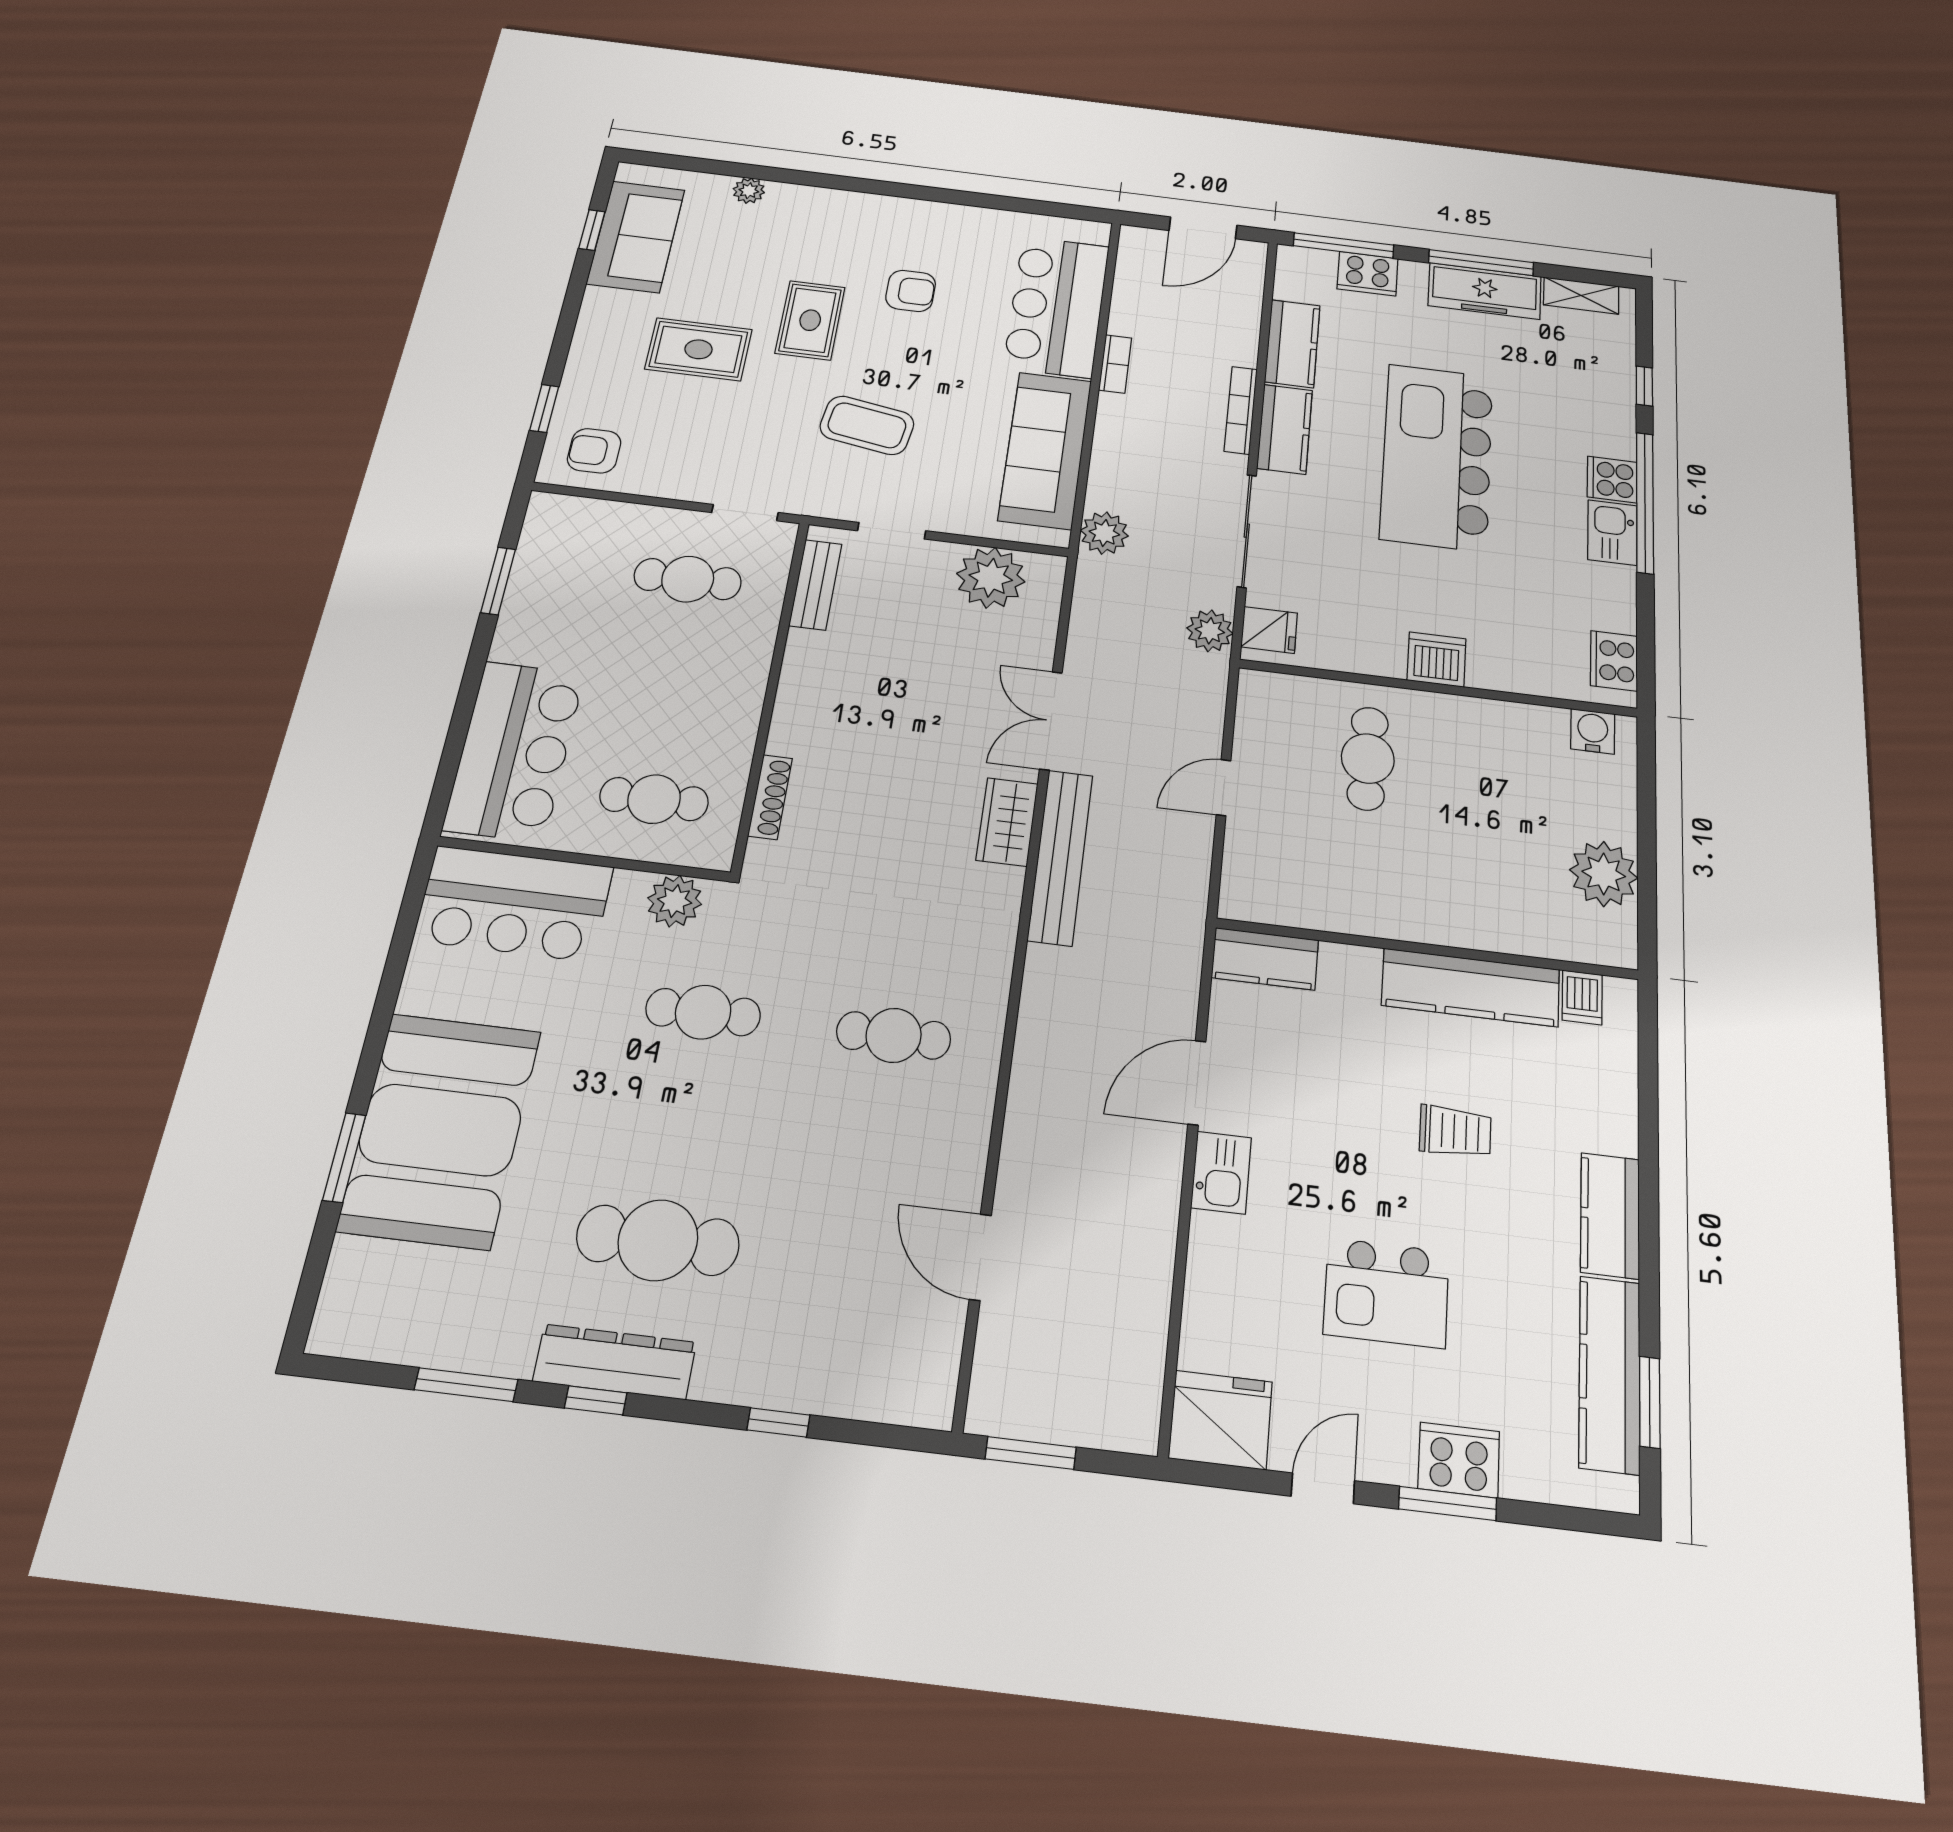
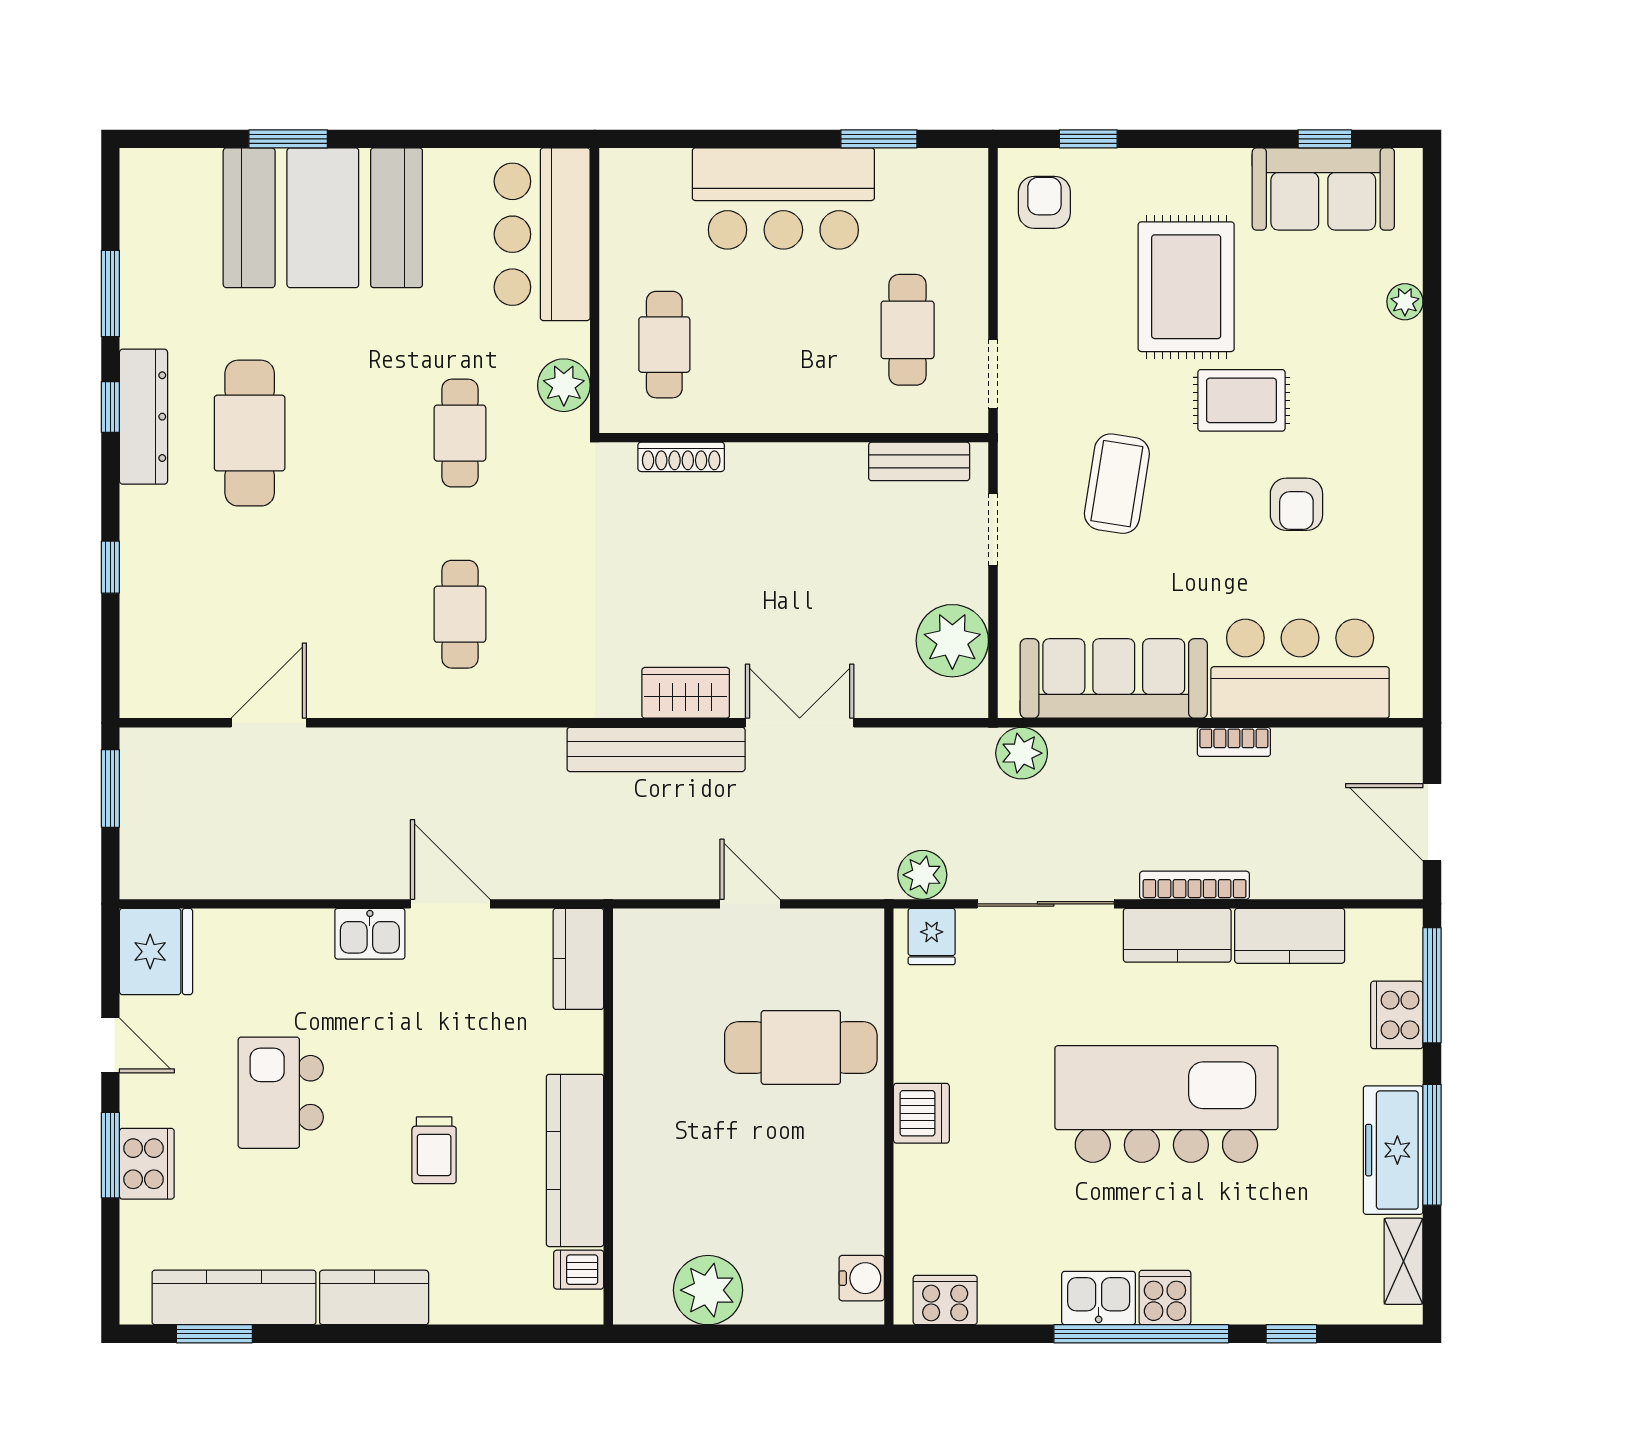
rug: (699, 349) -> (1186, 287), width x1.36, depth x1.43
bar counter: (515, 751) -> (783, 199), moved
cafe table: (1368, 758) -> (801, 1047), width x1.37, depth x1.35

